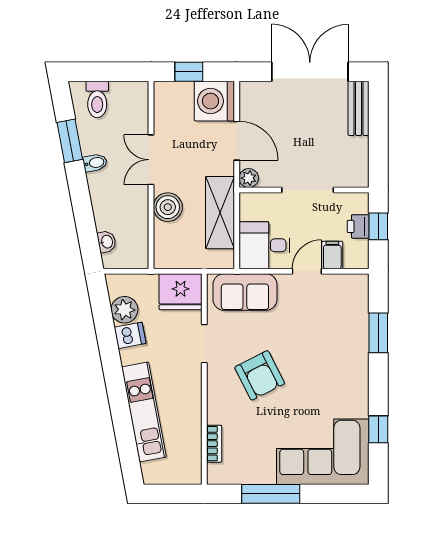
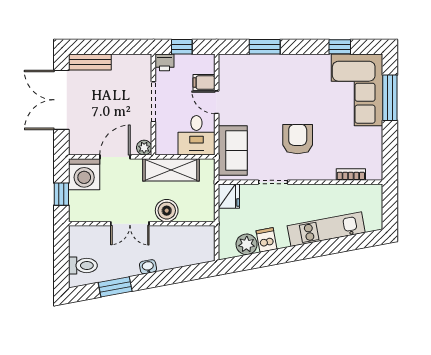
bidet: (95, 163) -> (132, 267), removed
printer: (358, 226) -> (165, 62), moved
washbasin: (107, 242) -> (148, 267), moved
fridge: (181, 292) -> (229, 196), width x0.73, depth x0.75
armchair: (260, 375) -> (298, 139), turned -63
window: (271, 494) -> (390, 98), moved

